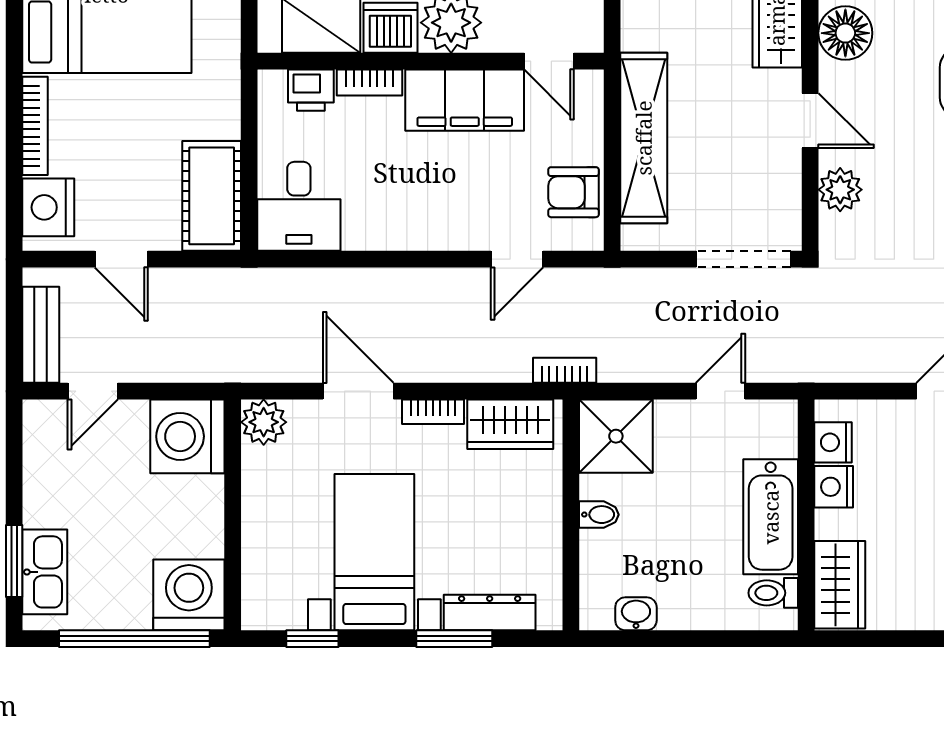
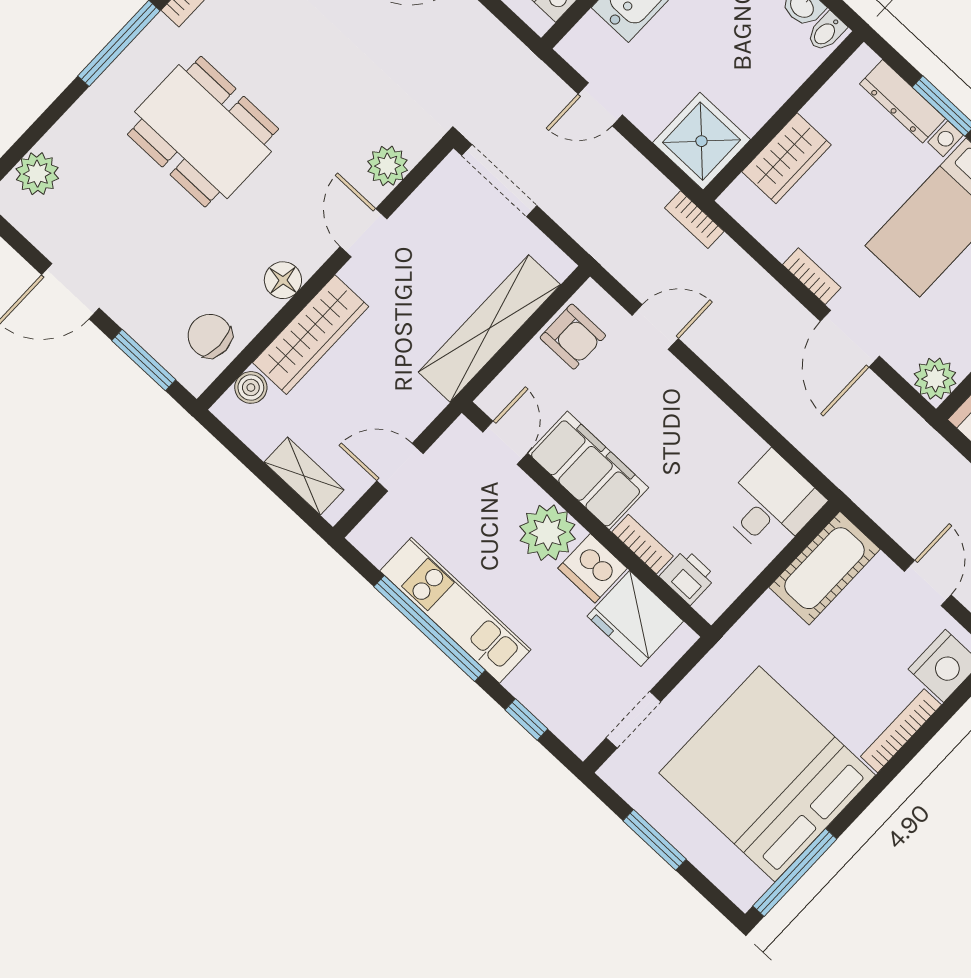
floor lamp: (845, 33) -> (283, 280), width x0.73, depth x0.73
wardrobe: (510, 424) -> (787, 158), moved, turned 90
bidet: (599, 515) -> (826, 32), moved, turned -90

